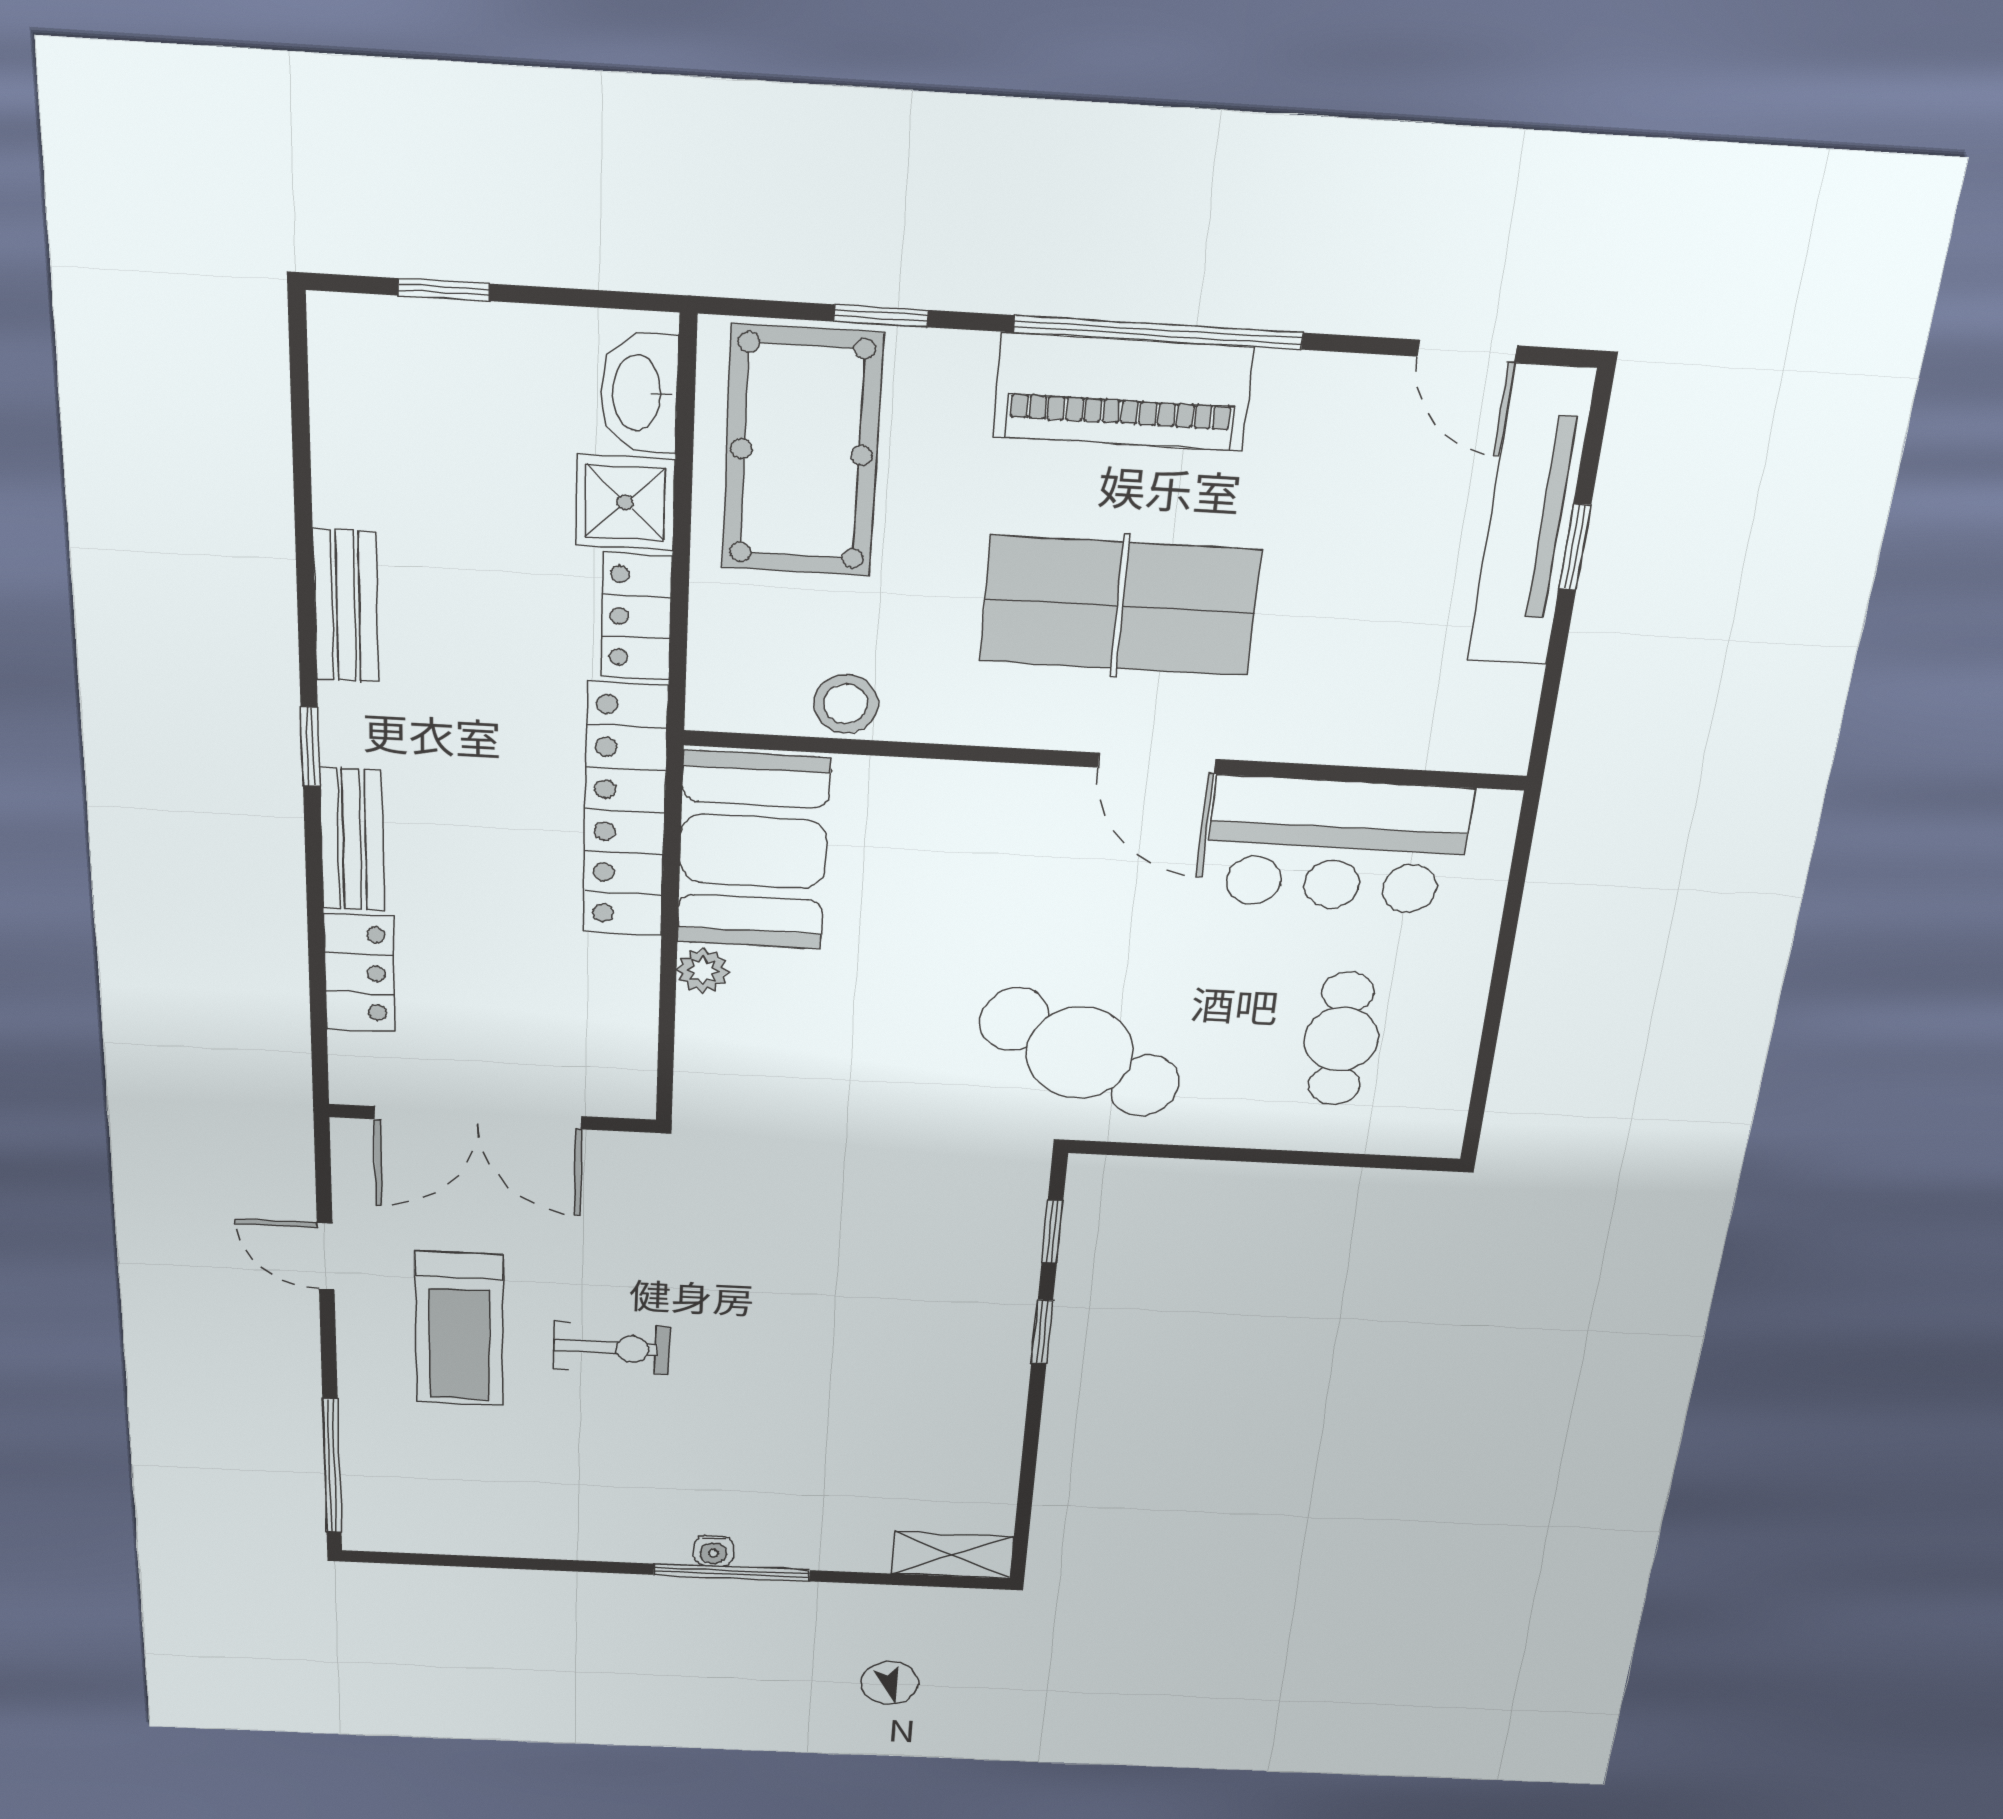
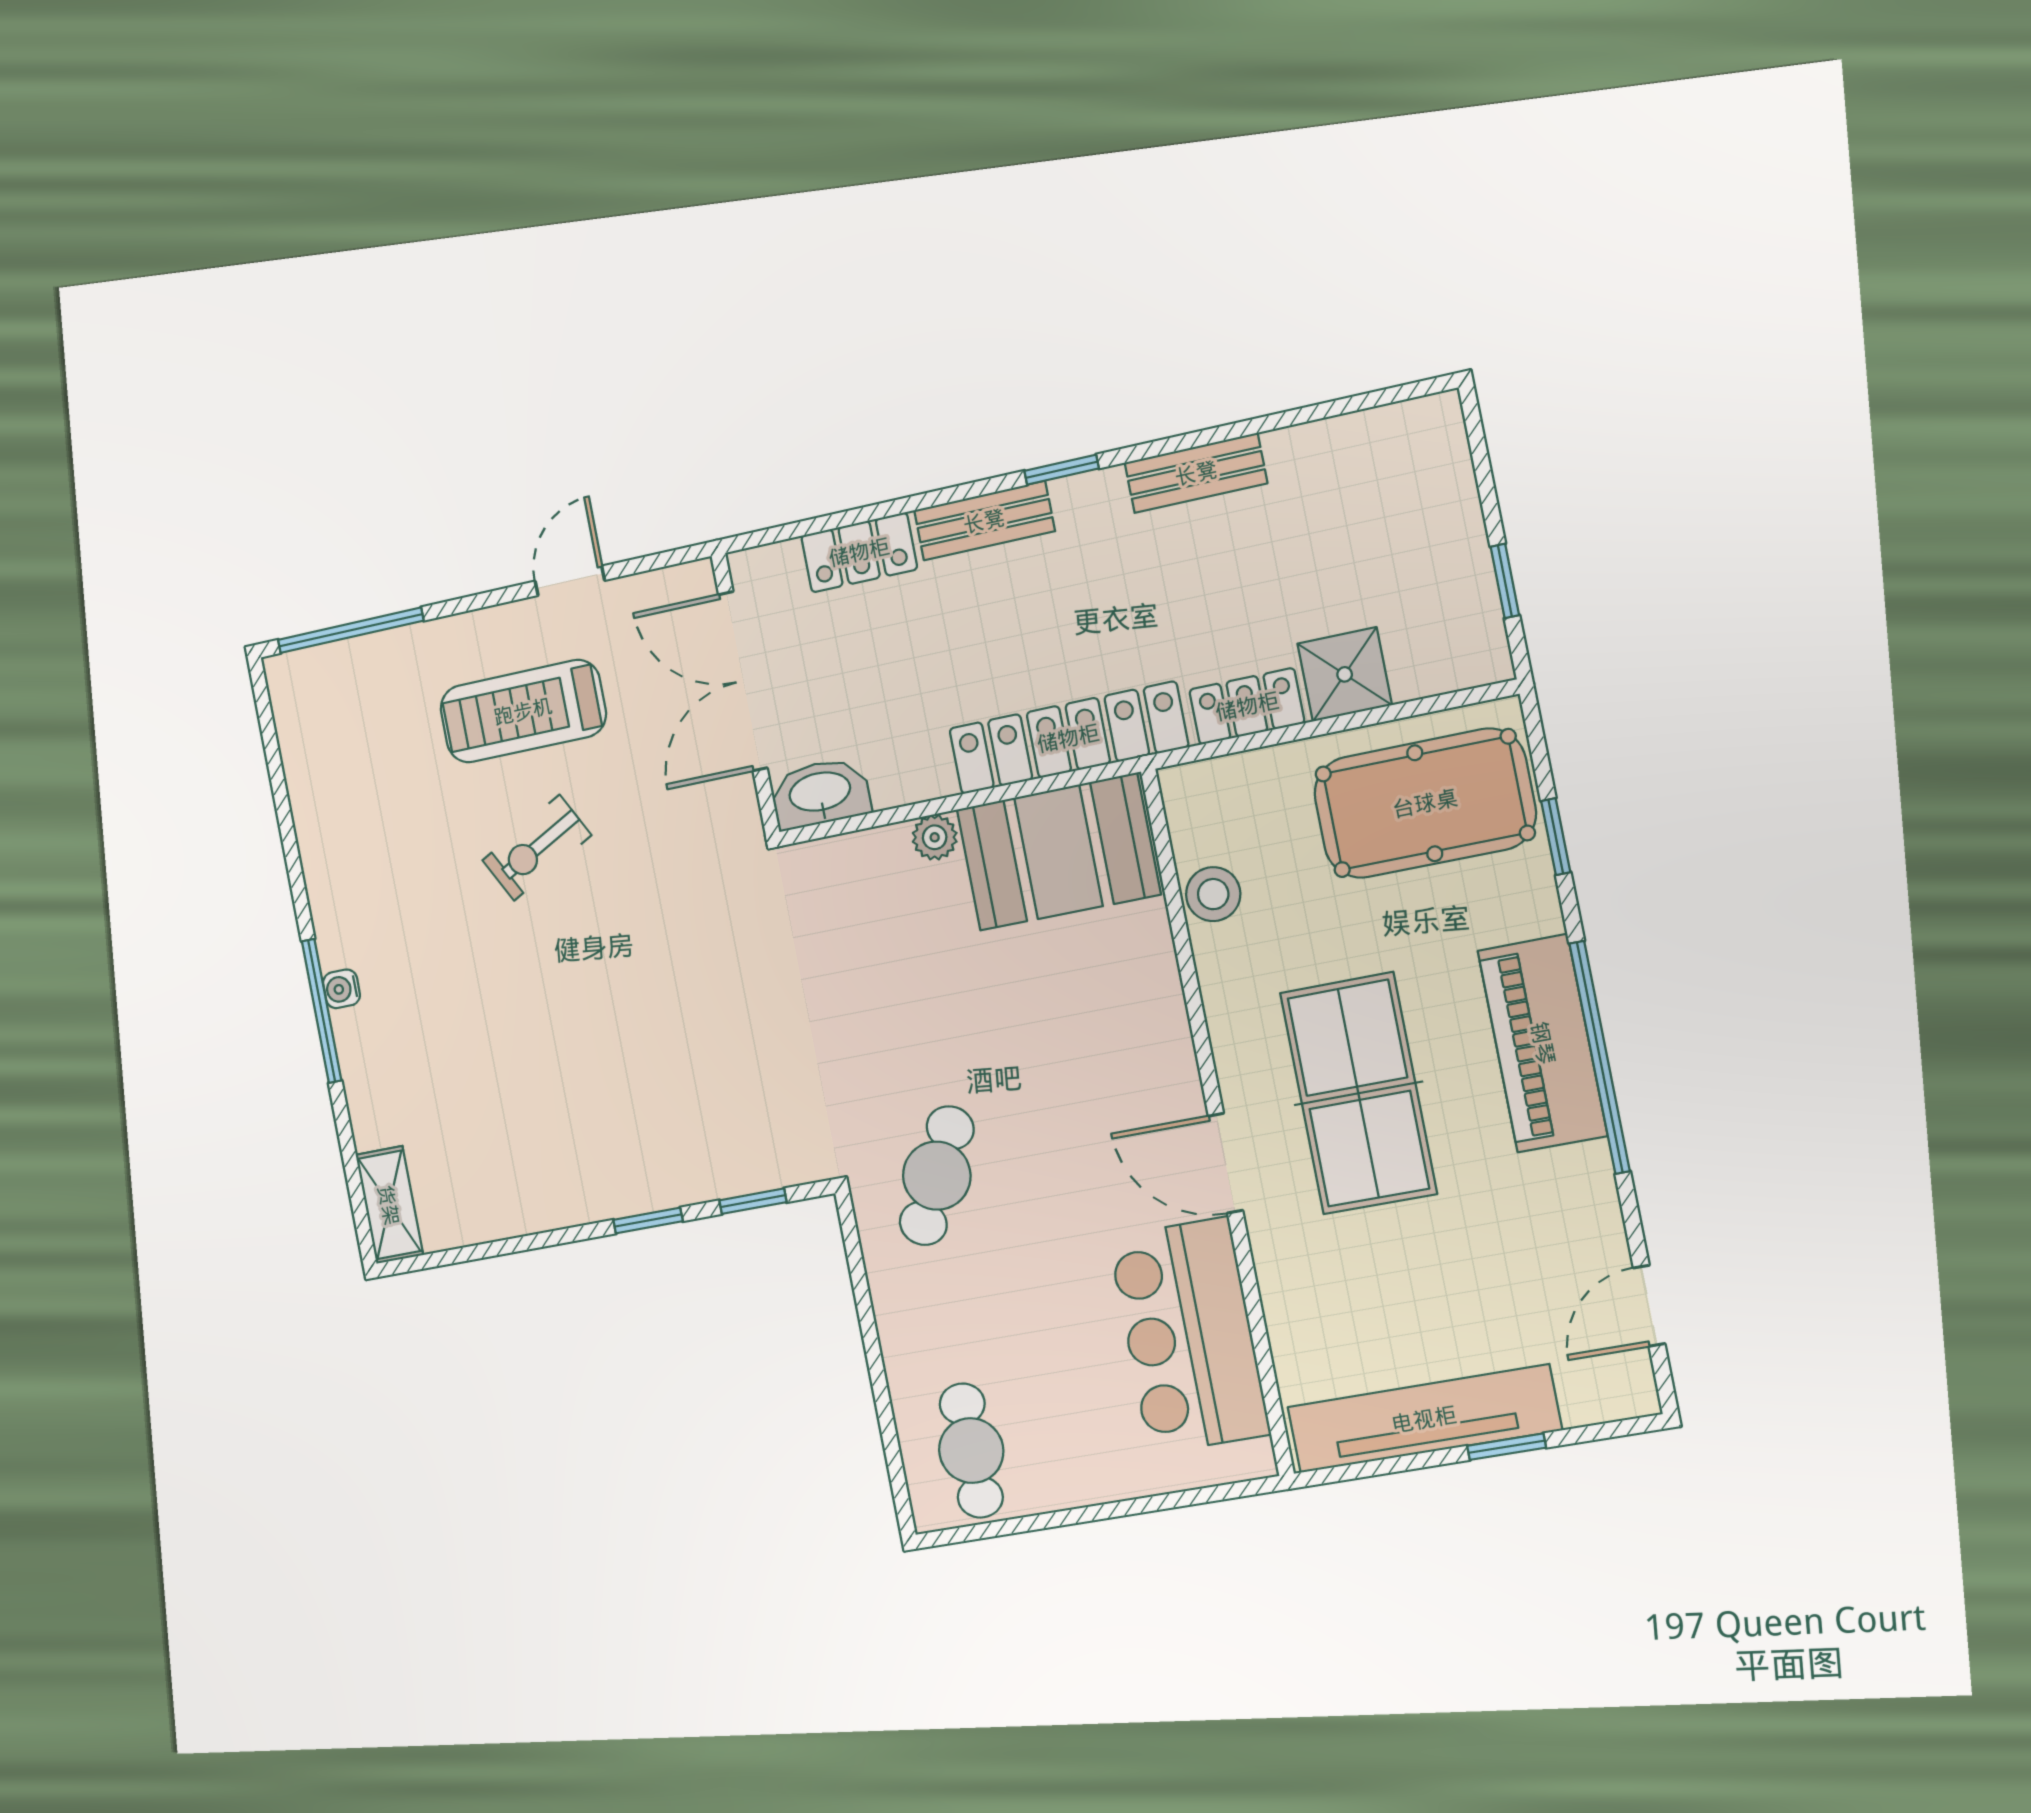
window: (444, 290) -> (1505, 581), moved
washbasin: (639, 393) -> (820, 793), moved
tv unit: (1531, 517) -> (1424, 1419), moved
door: (1157, 763) -> (1225, 1163), hinge flipped
cafe table: (1341, 1039) -> (971, 1451), moved, turned 90
cafe table: (1080, 1052) -> (937, 1176), width x0.73, depth x0.74
exercise bike: (612, 1348) -> (537, 848), turned 62

